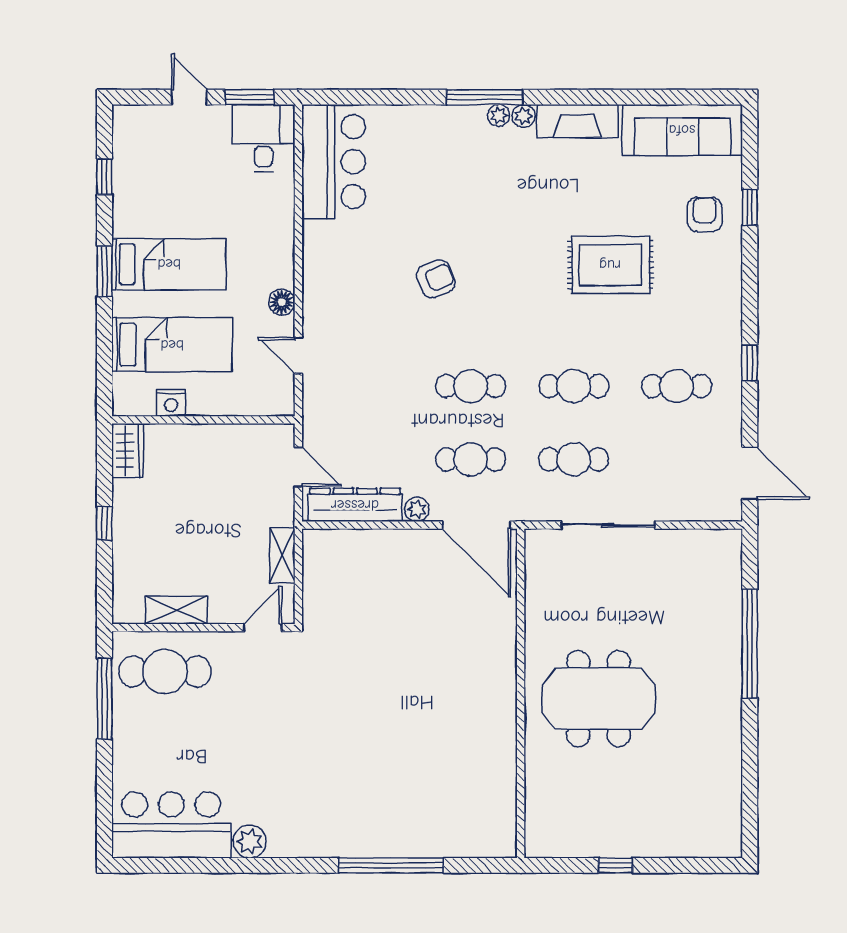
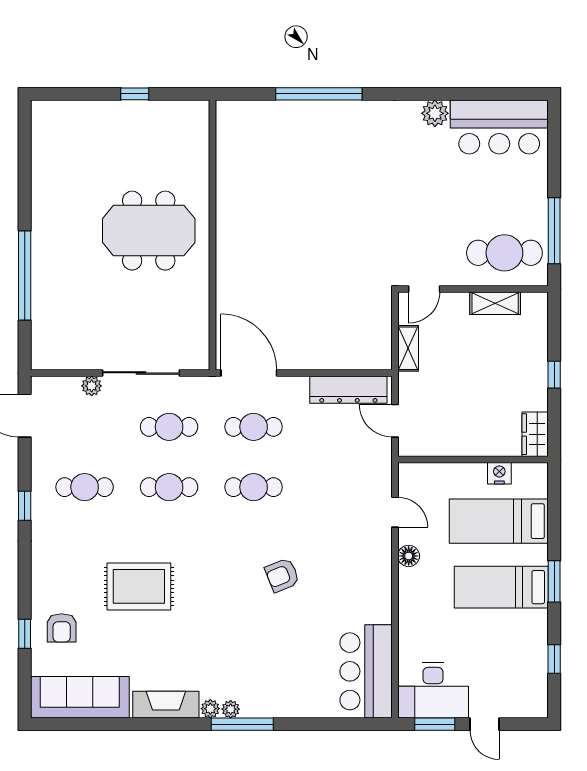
desk: (264, 138) -> (433, 690), width x1.37
plant: (417, 509) -> (92, 386), moved

